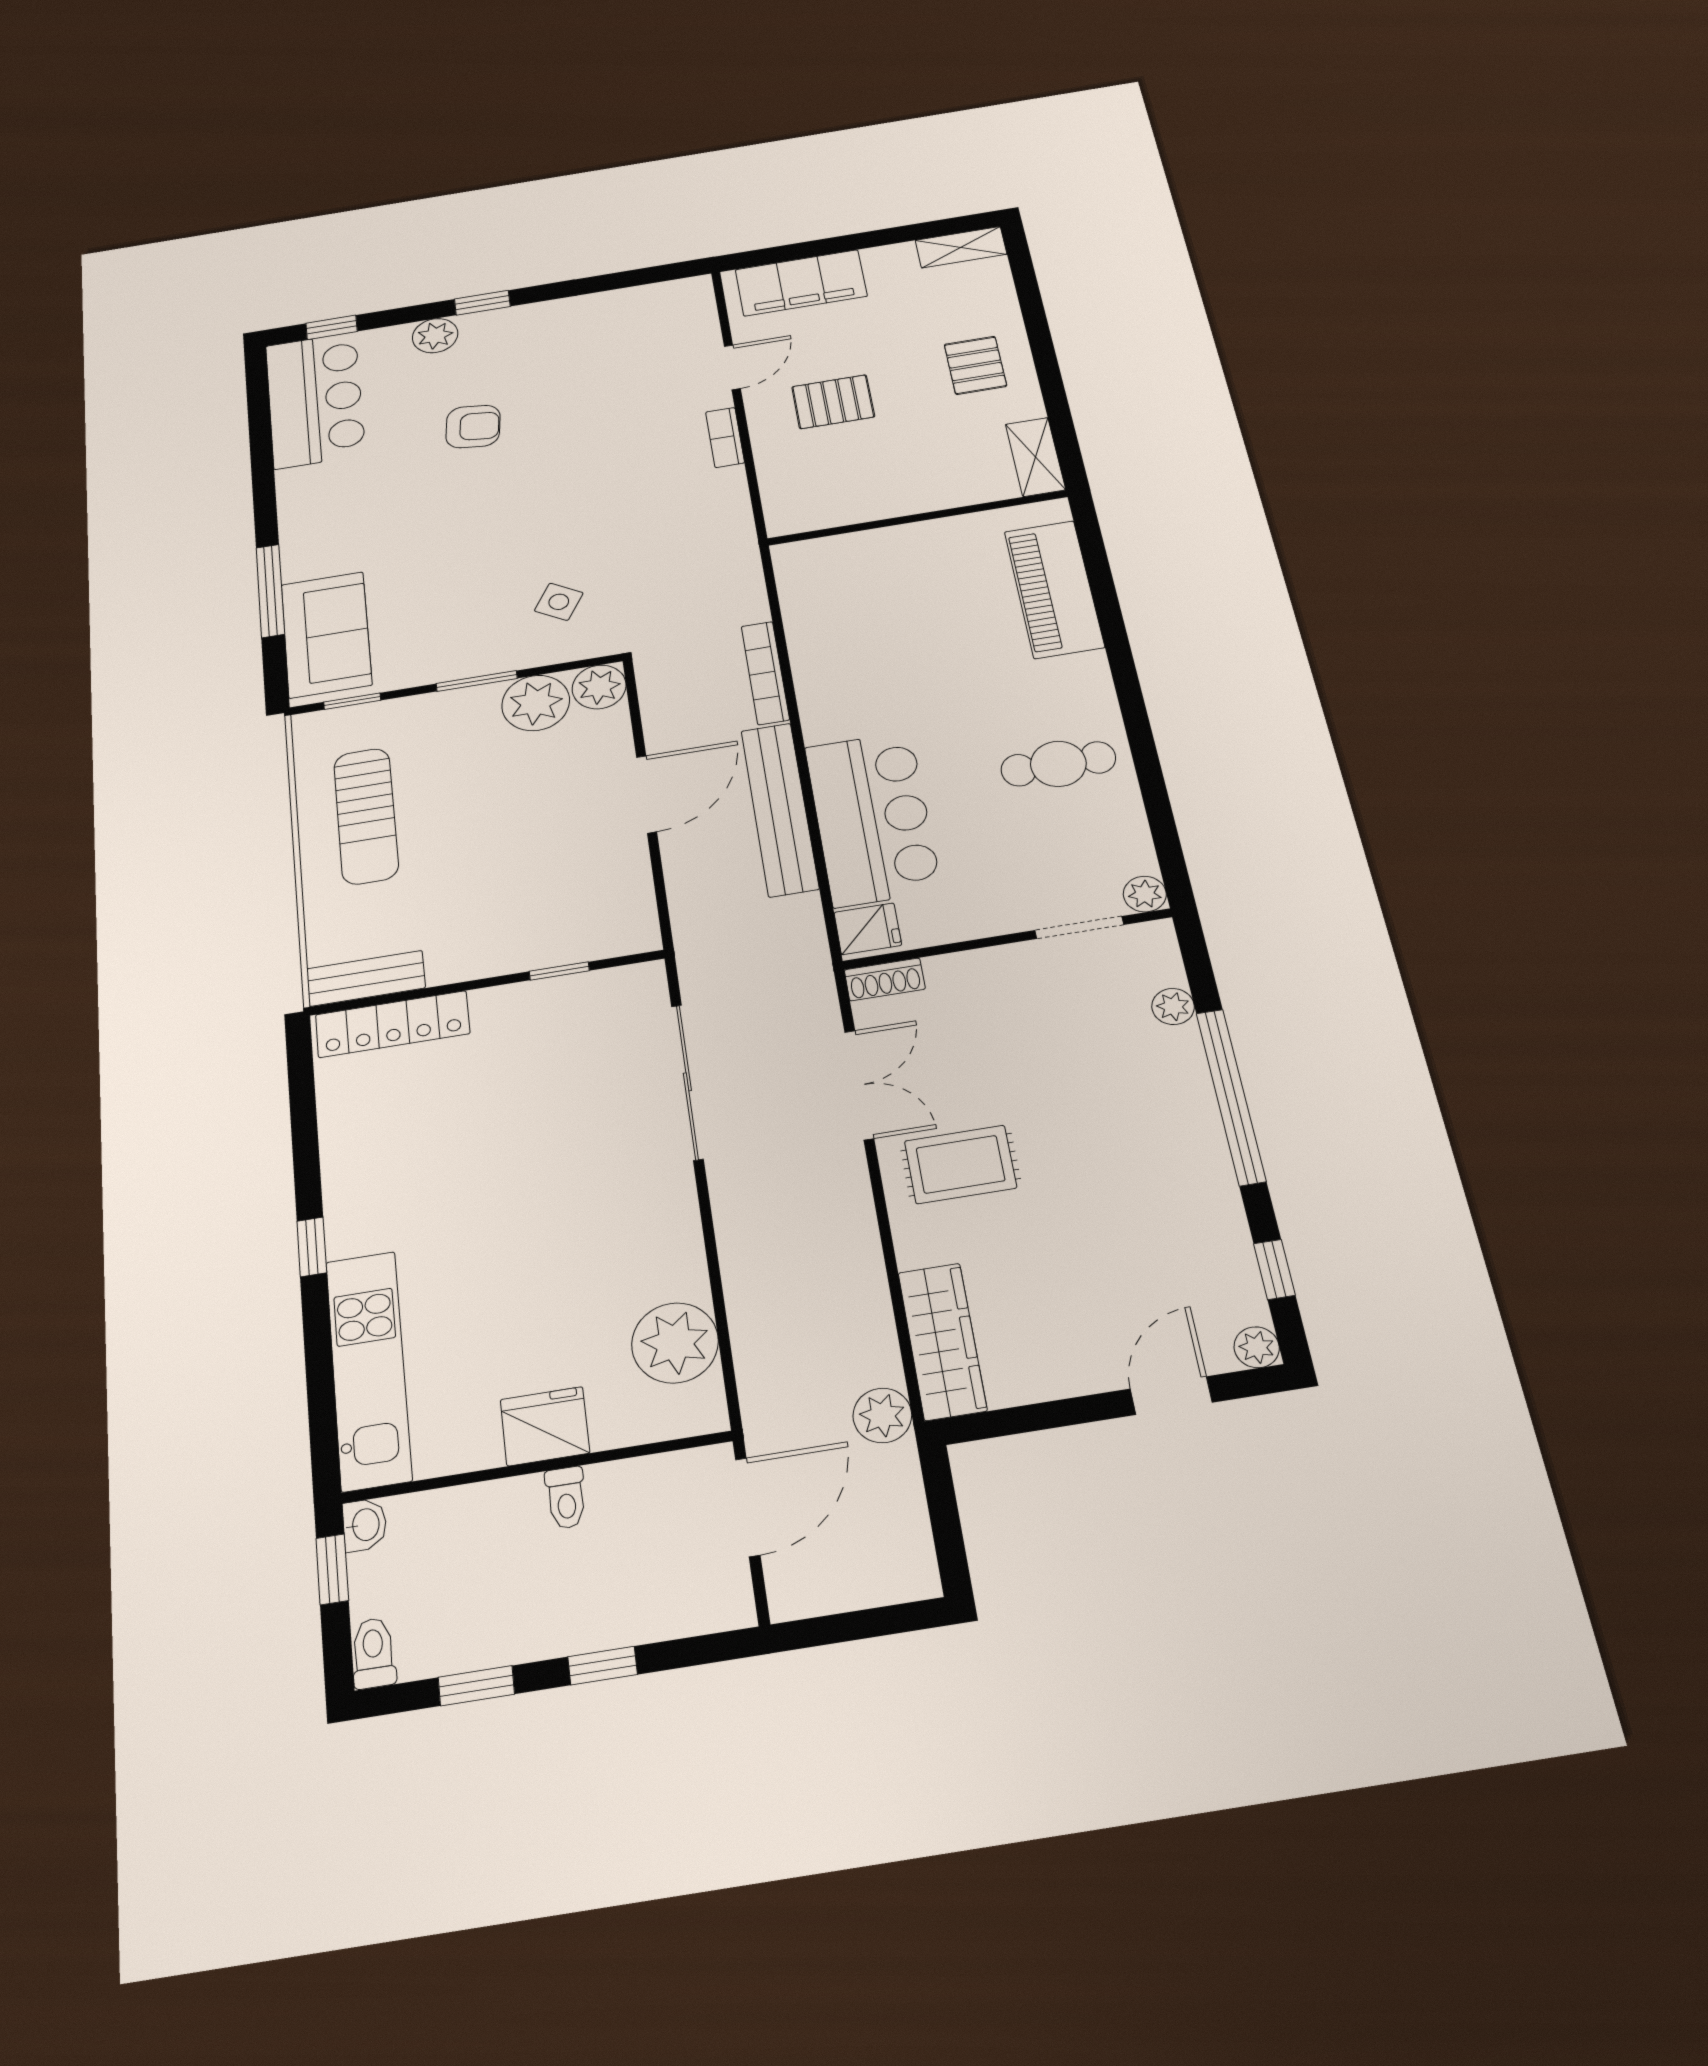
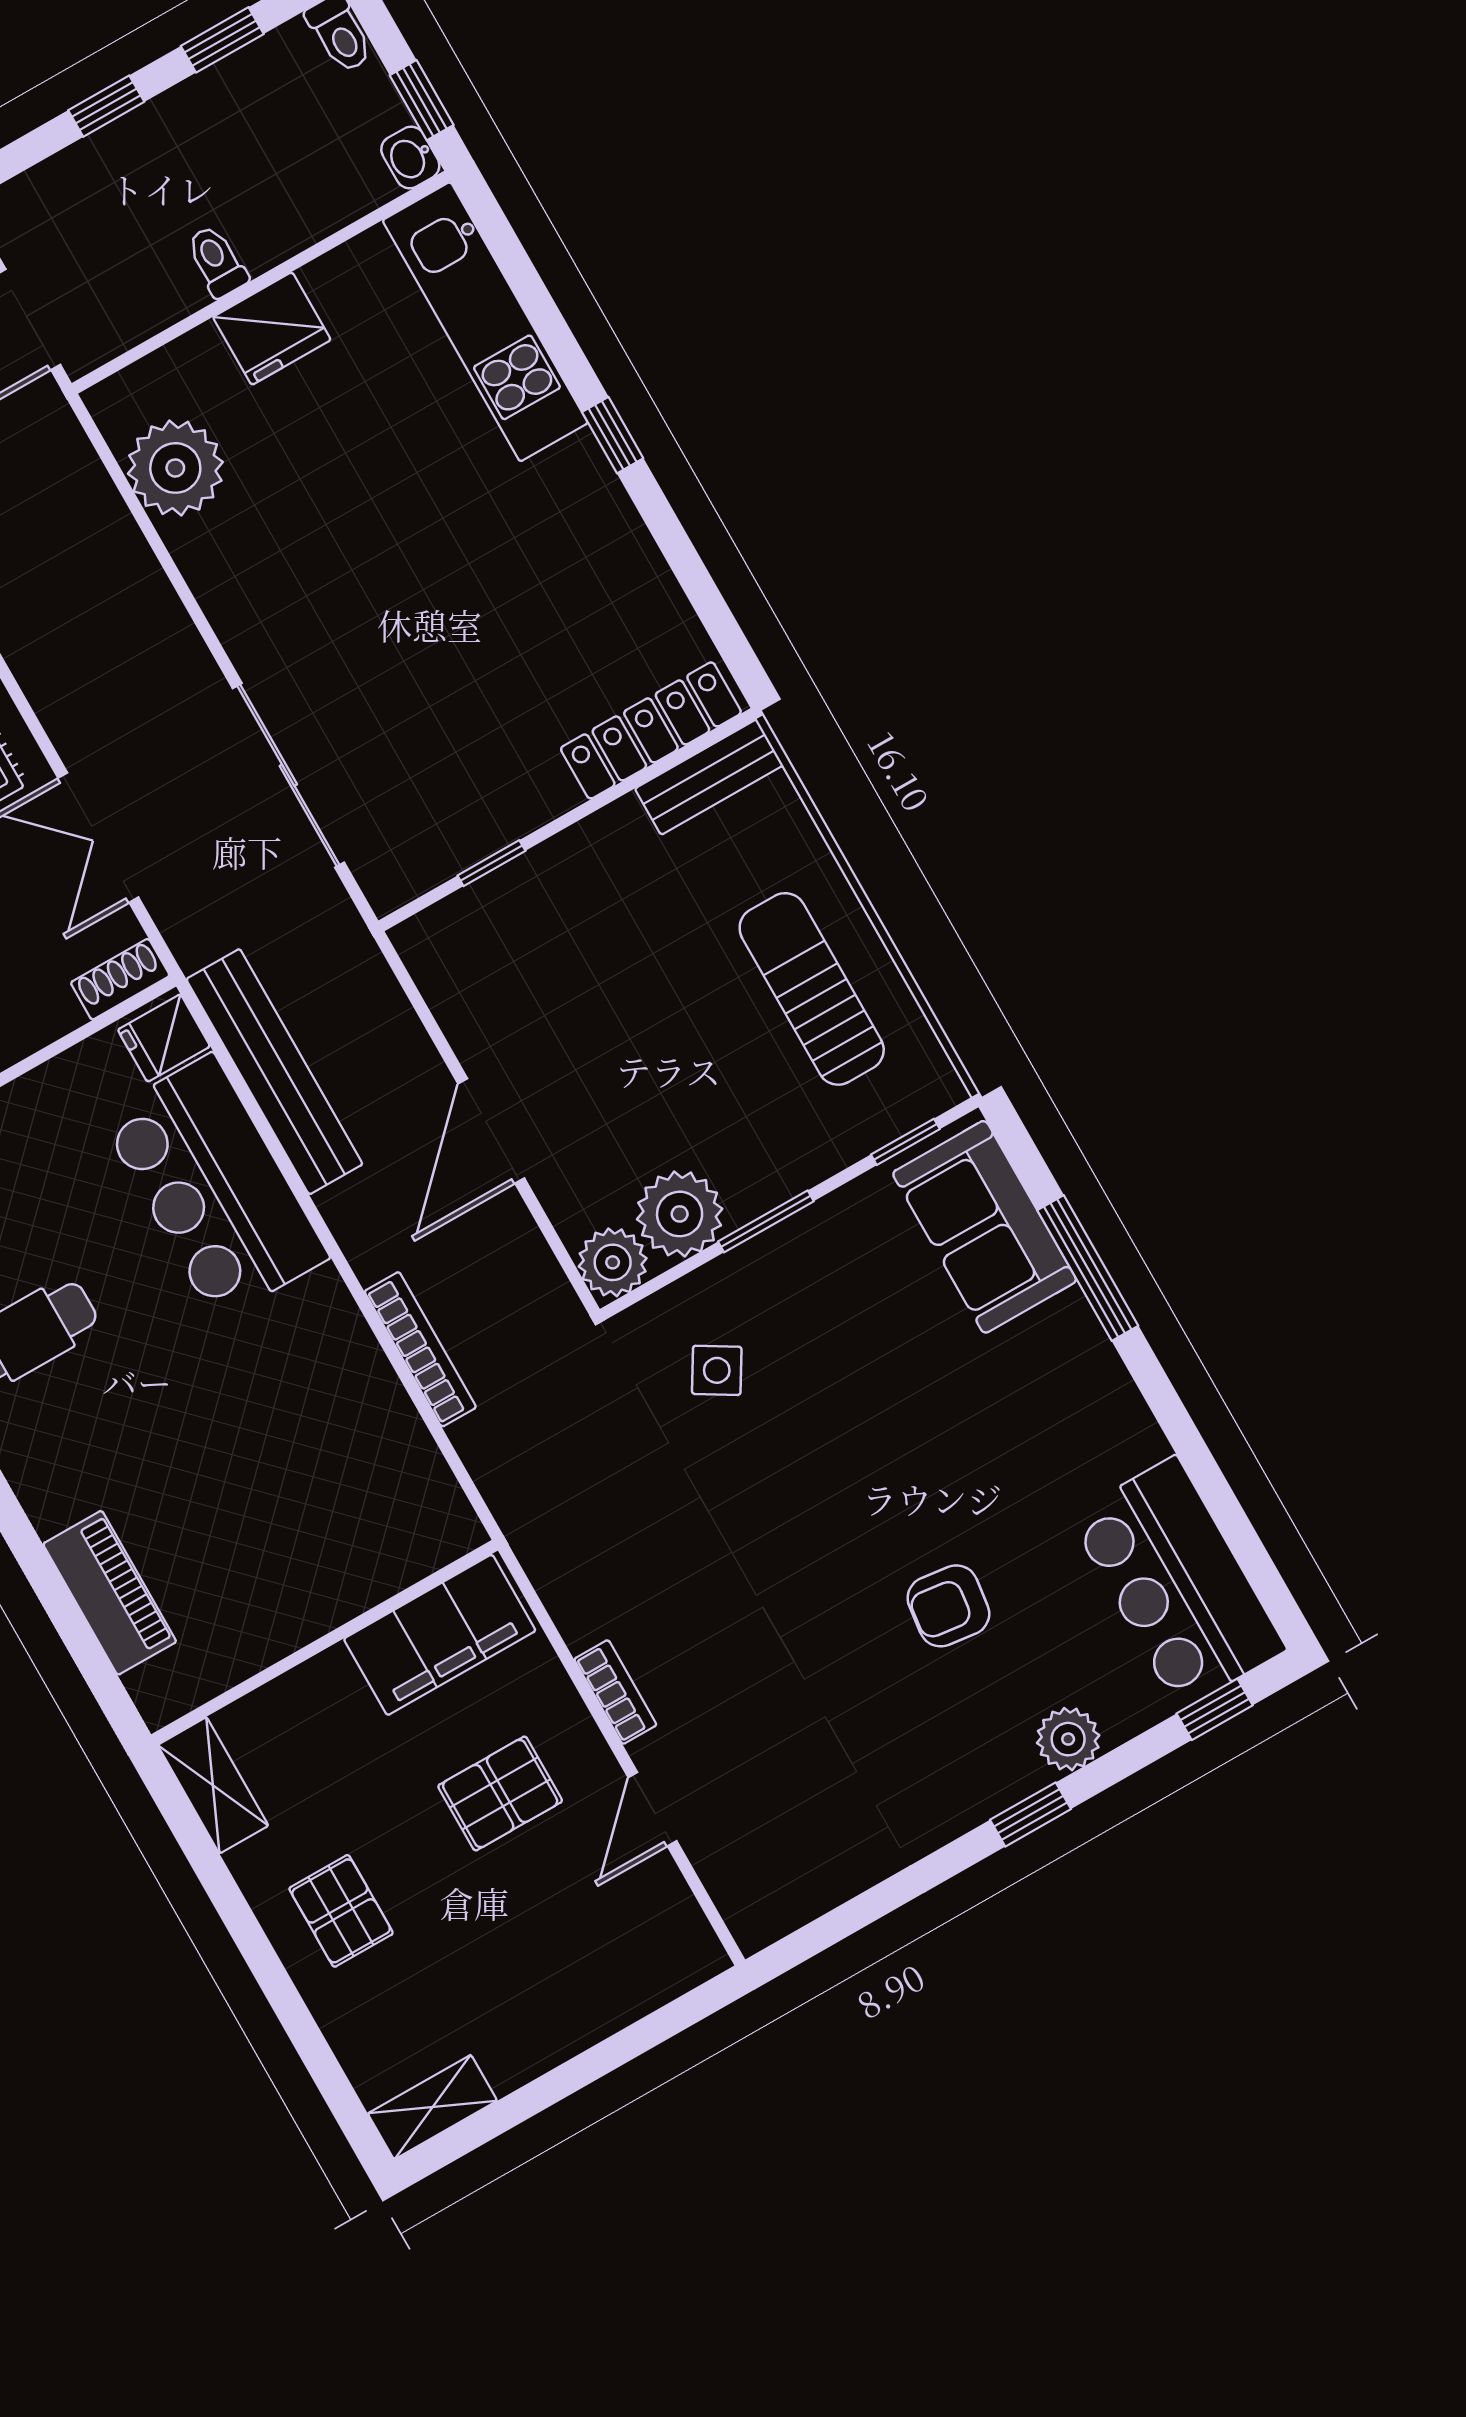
filing cabinet: (801, 283) -> (440, 1635), moved, turned 180
piano: (1054, 589) -> (110, 1593), width x0.73, depth x0.75
bench: (780, 809) -> (274, 1072), moved

